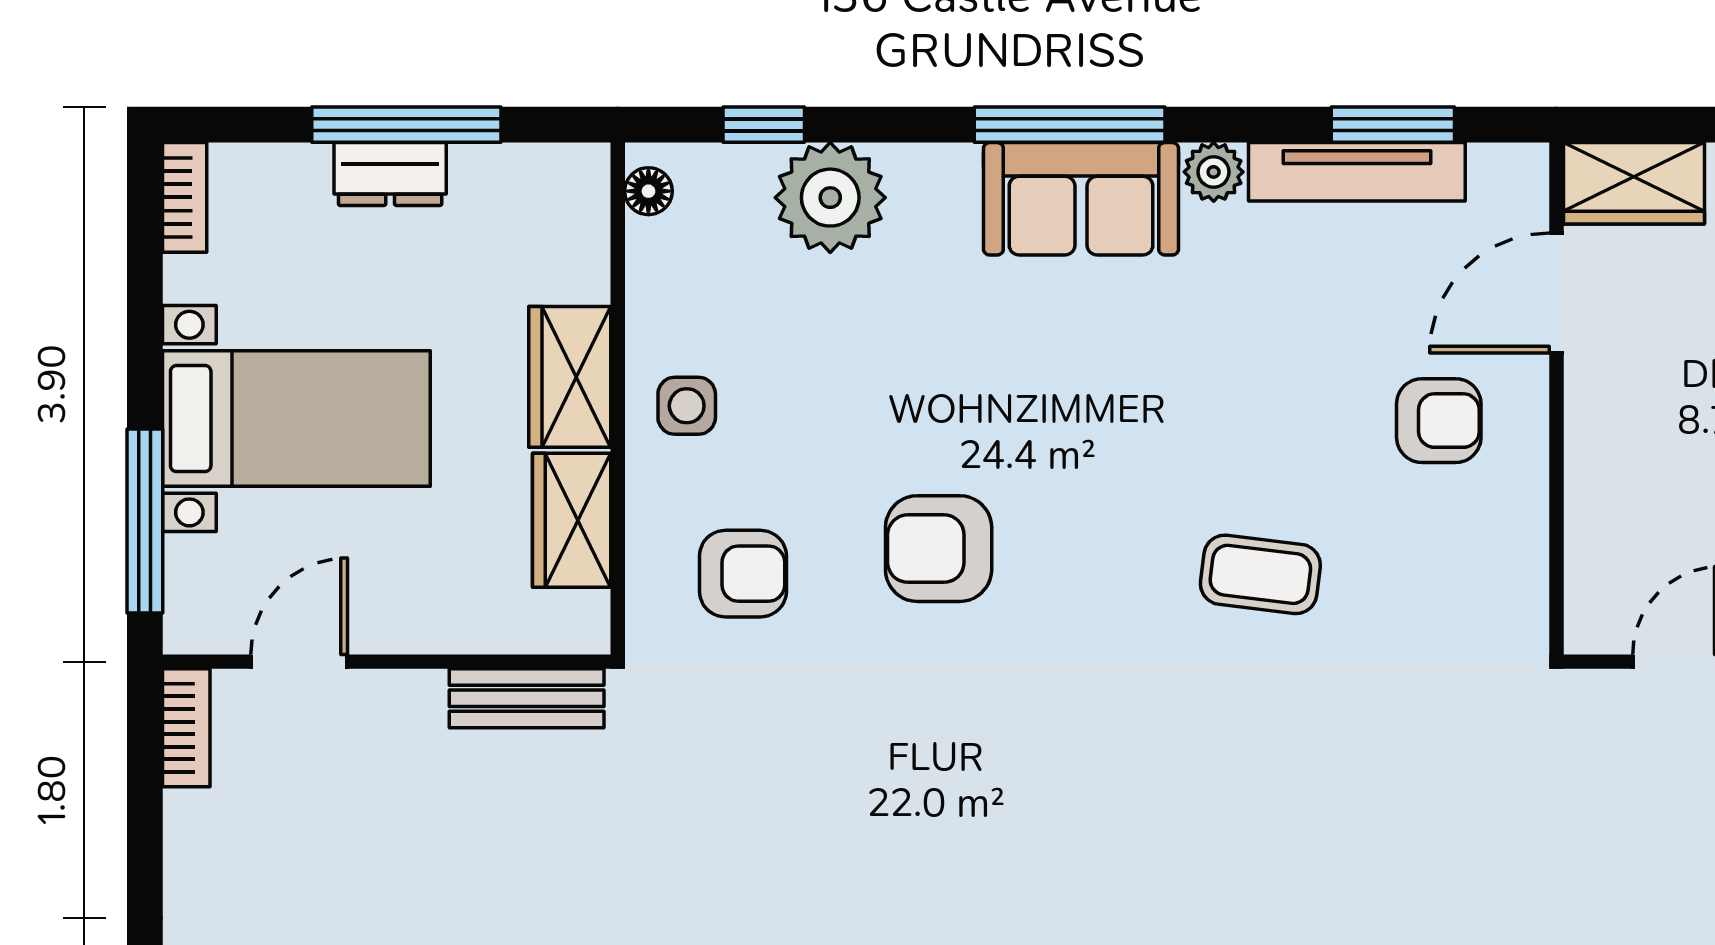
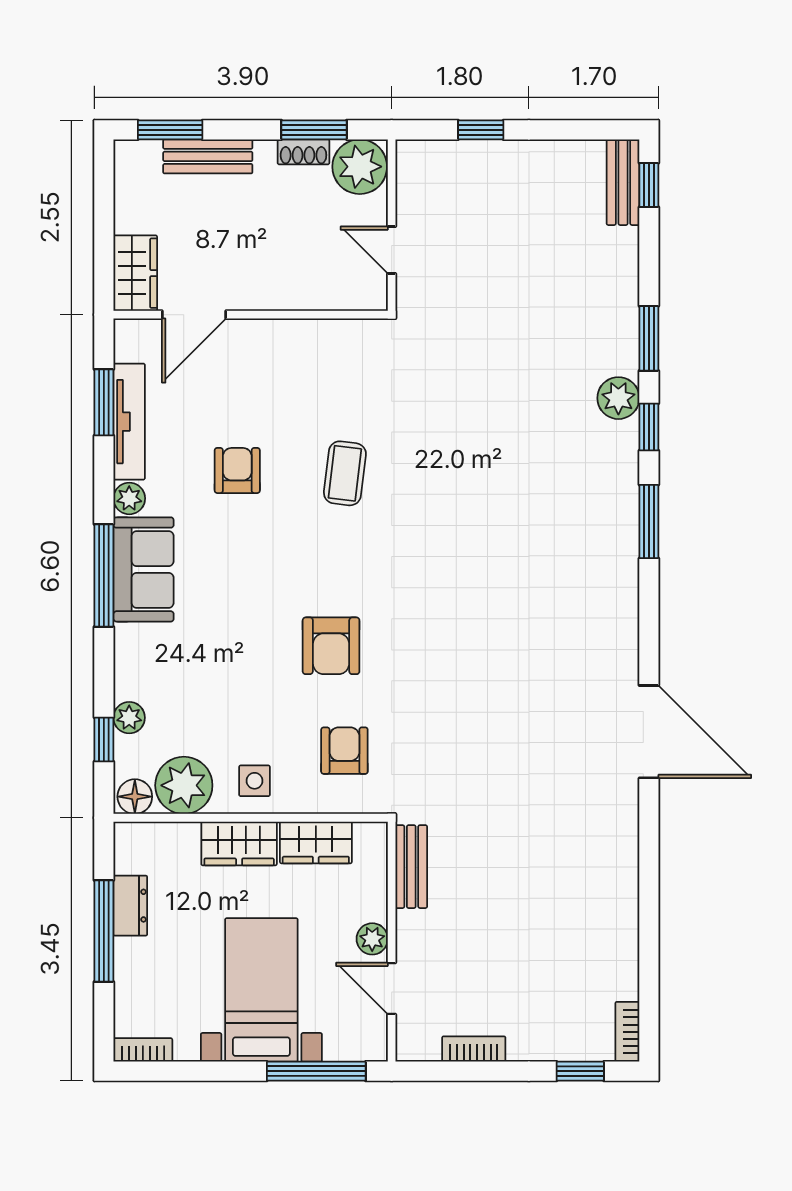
dresser: (390, 174) -> (130, 906), moved
floor lamp: (648, 191) -> (135, 797), width x1.37, depth x1.37
plant: (830, 198) -> (129, 718), width x0.53, depth x0.53
plant: (678, 274) -> (184, 785), added
door: (1556, 293) -> (194, 315), hinge flipped
armchair: (1439, 421) -> (237, 470), moved
plant: (392, 625) -> (372, 939), added
bookcase: (186, 728) -> (474, 1049), moved

